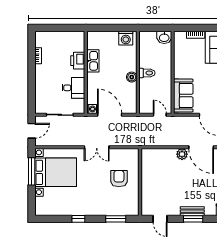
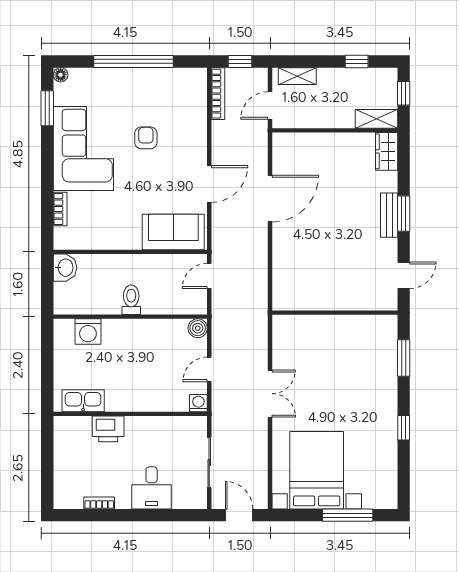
washing machine: (126, 38) -> (88, 332), moved, turned 90
kitchen sink: (93, 61) -> (83, 401), moved
boiler: (132, 77) -> (198, 328), moved
desk: (73, 88) -> (152, 488), moved, turned 180
door: (110, 115) -> (209, 369), width x0.53
plant: (182, 154) -> (283, 234), removed
window: (32, 171) -> (348, 515), moved
armchair: (119, 179) -> (328, 352), removed

